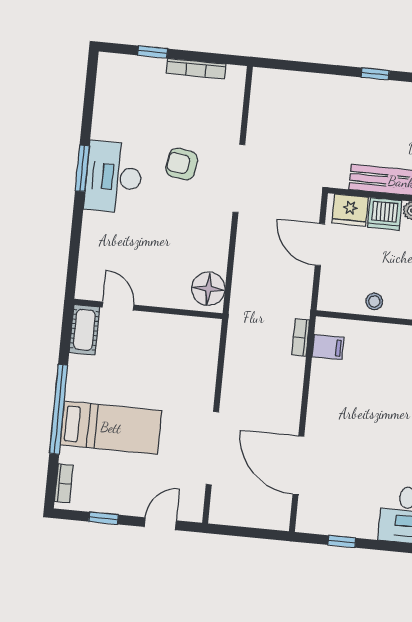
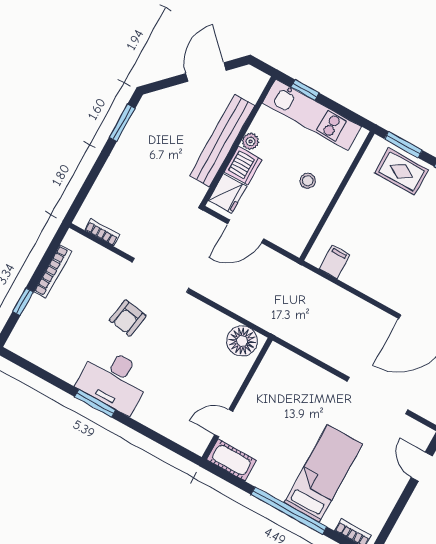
window: (375, 74) -> (122, 123), width x1.50
stool: (374, 301) -> (308, 181), moved
bookcase: (301, 337) -> (102, 232), moved, turned 180
window: (104, 518) -> (397, 512), removed

